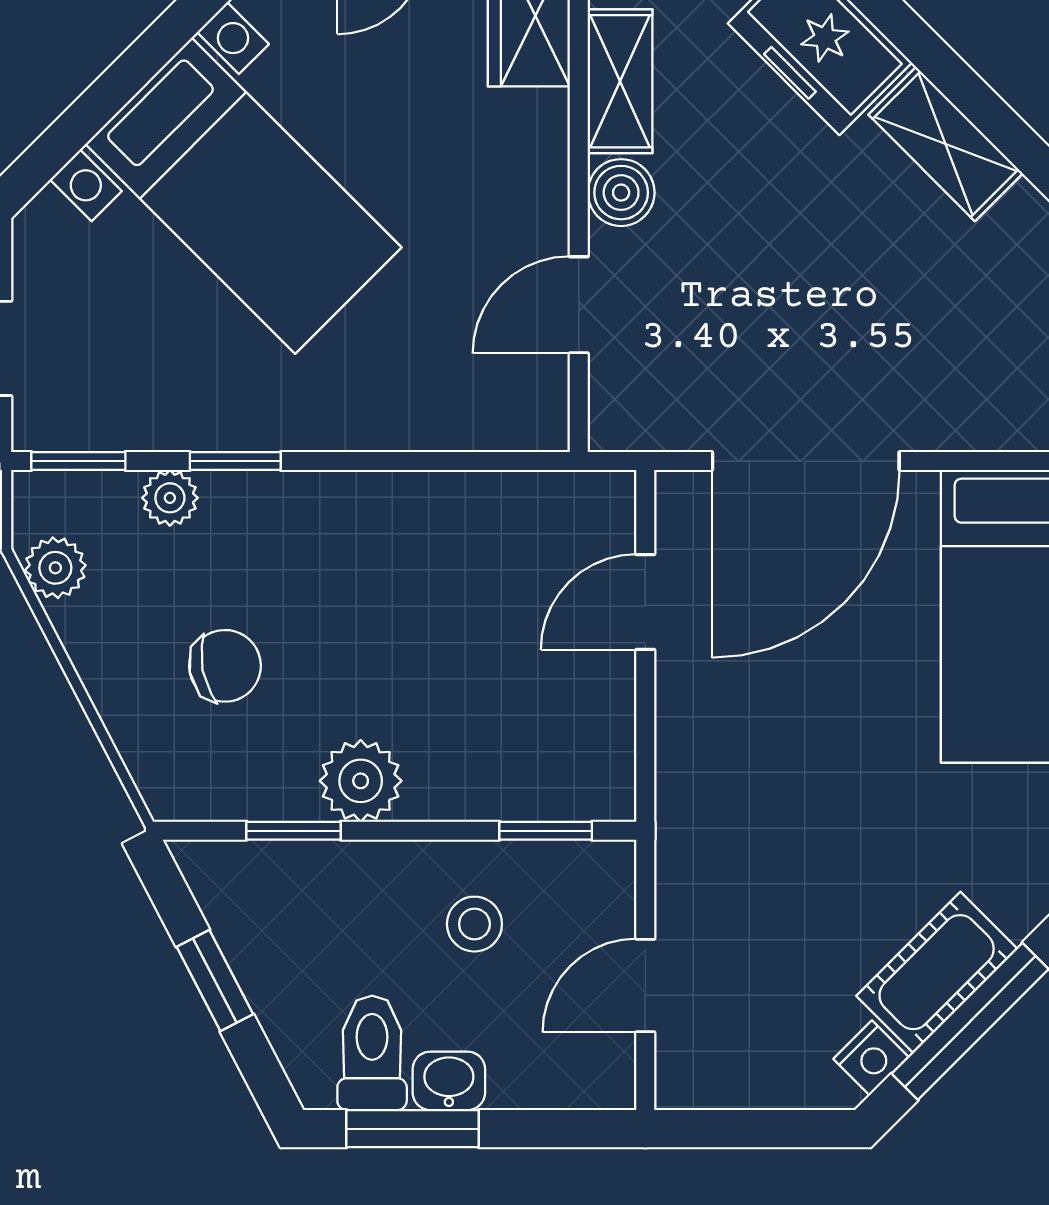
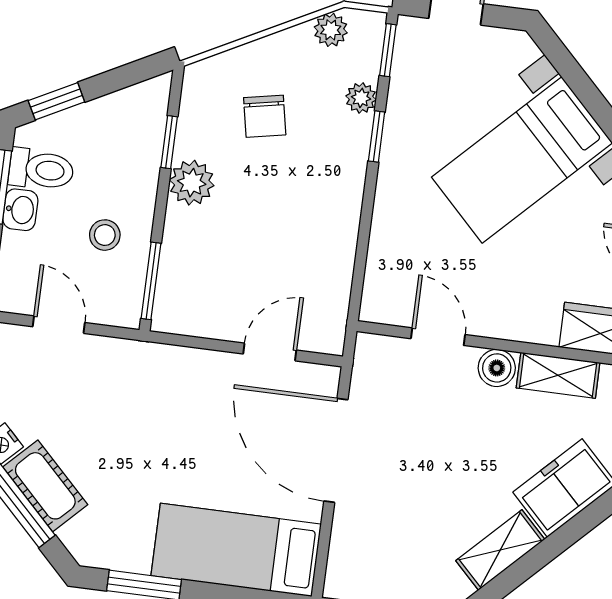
door: (645, 602) -> (270, 352), hinge flipped
window: (546, 831) -> (151, 281), width x1.50
window: (215, 981) -> (56, 101), moved

